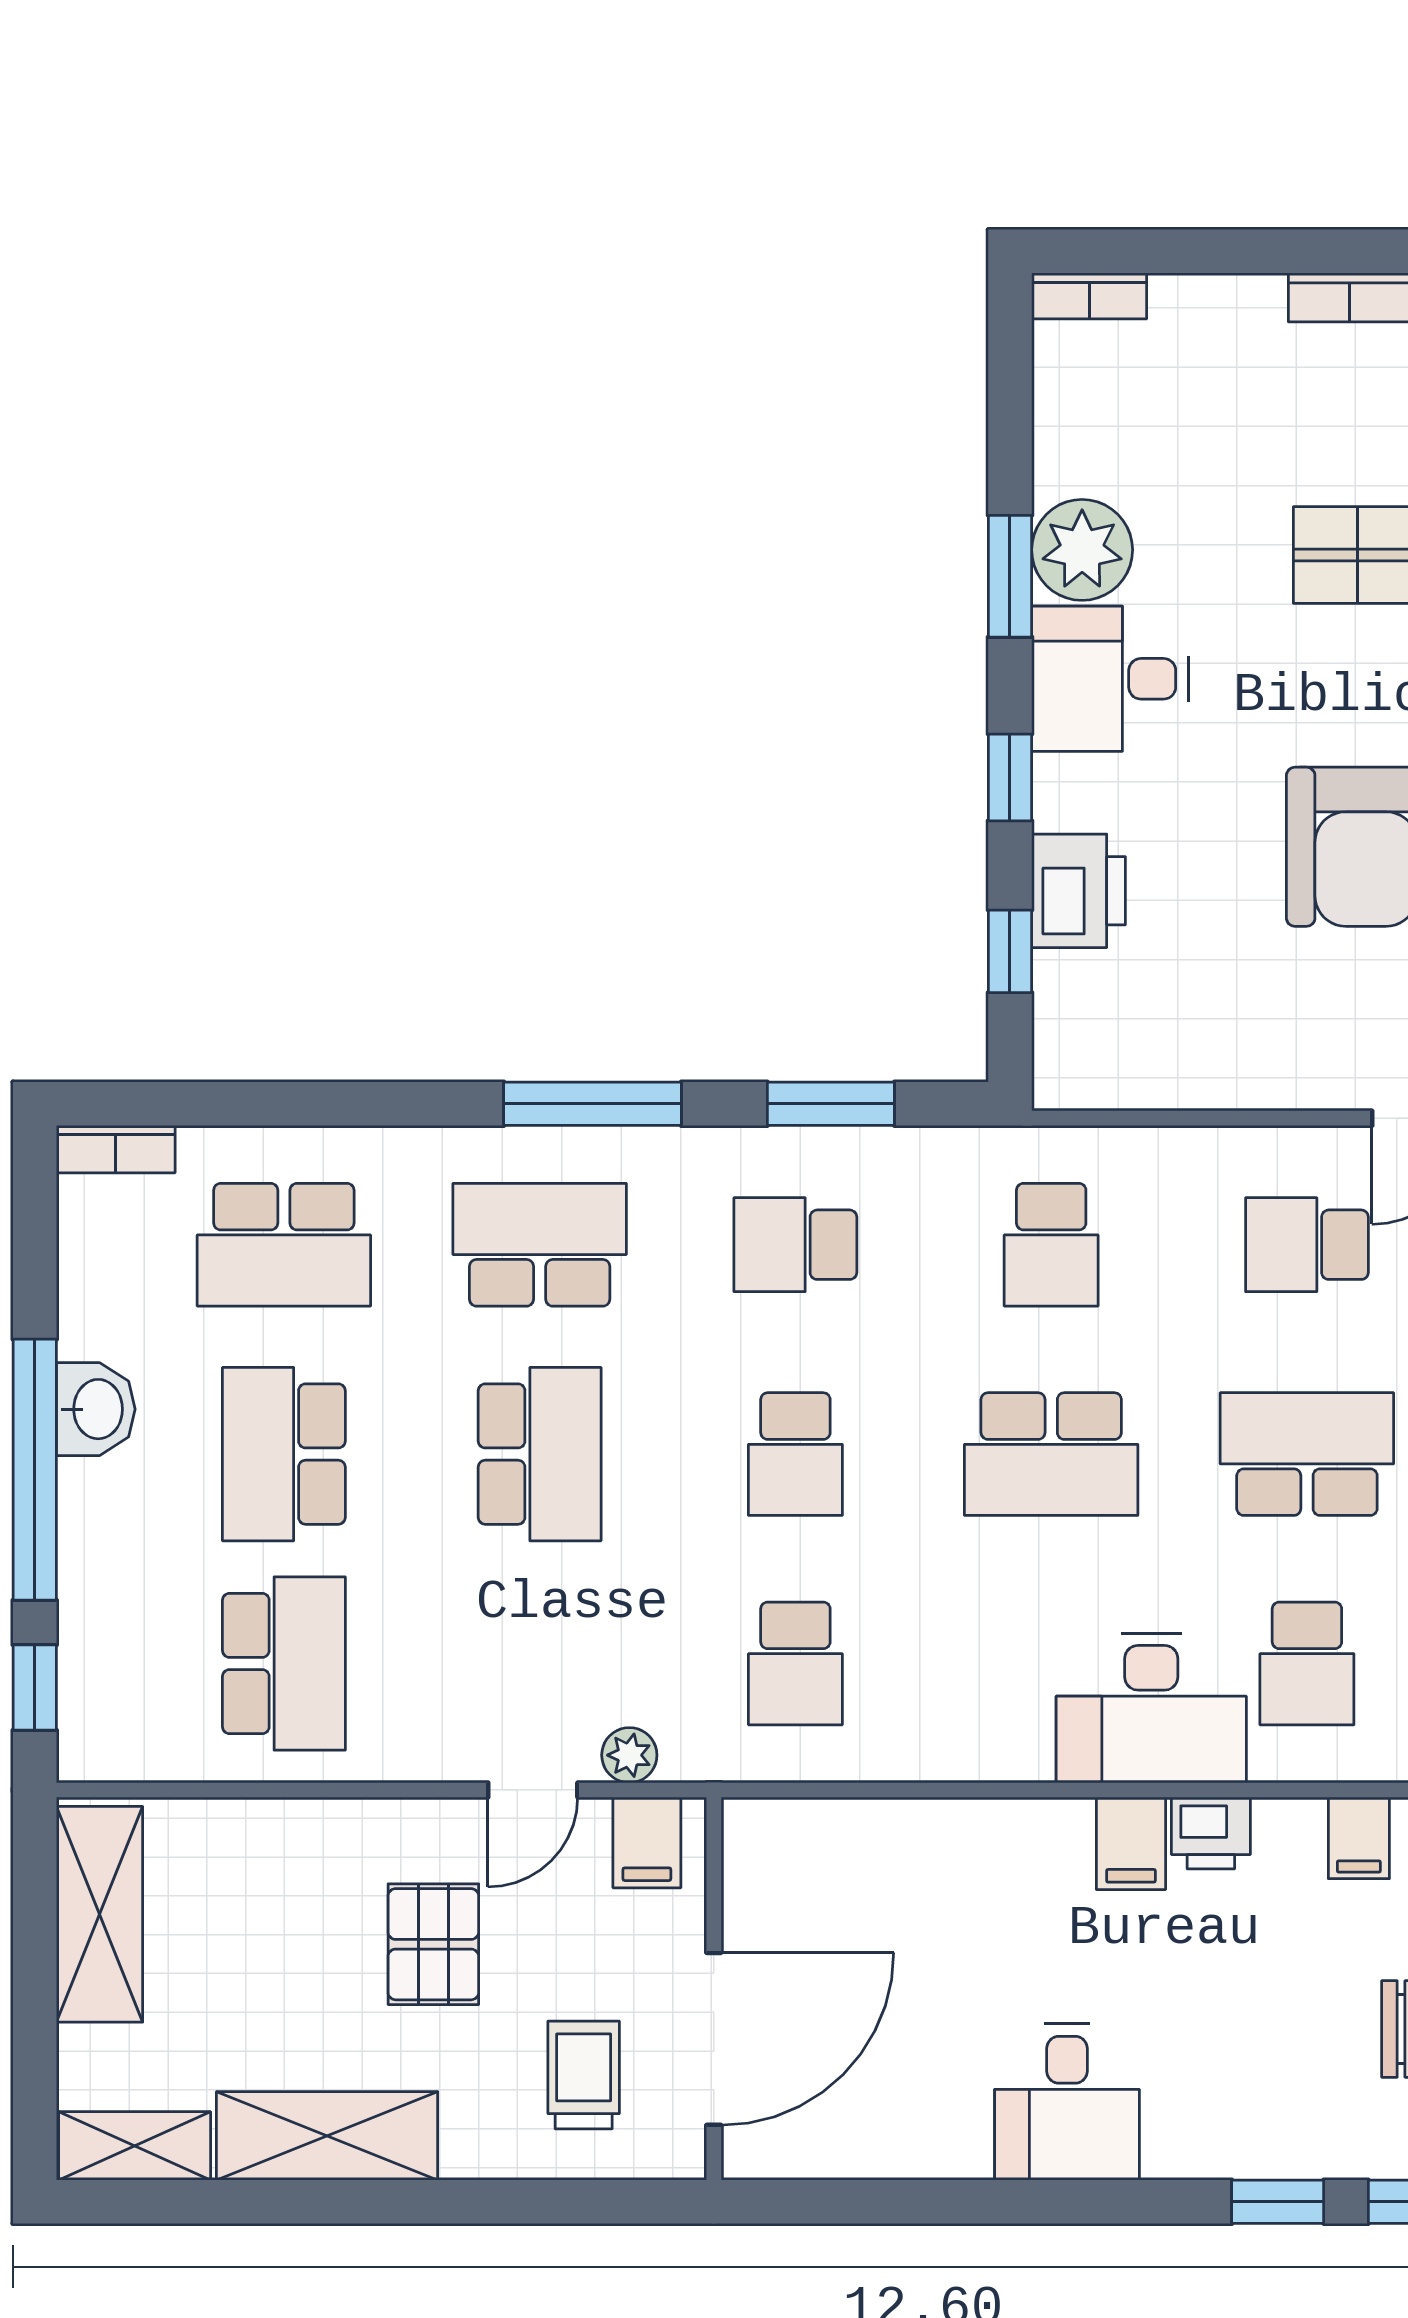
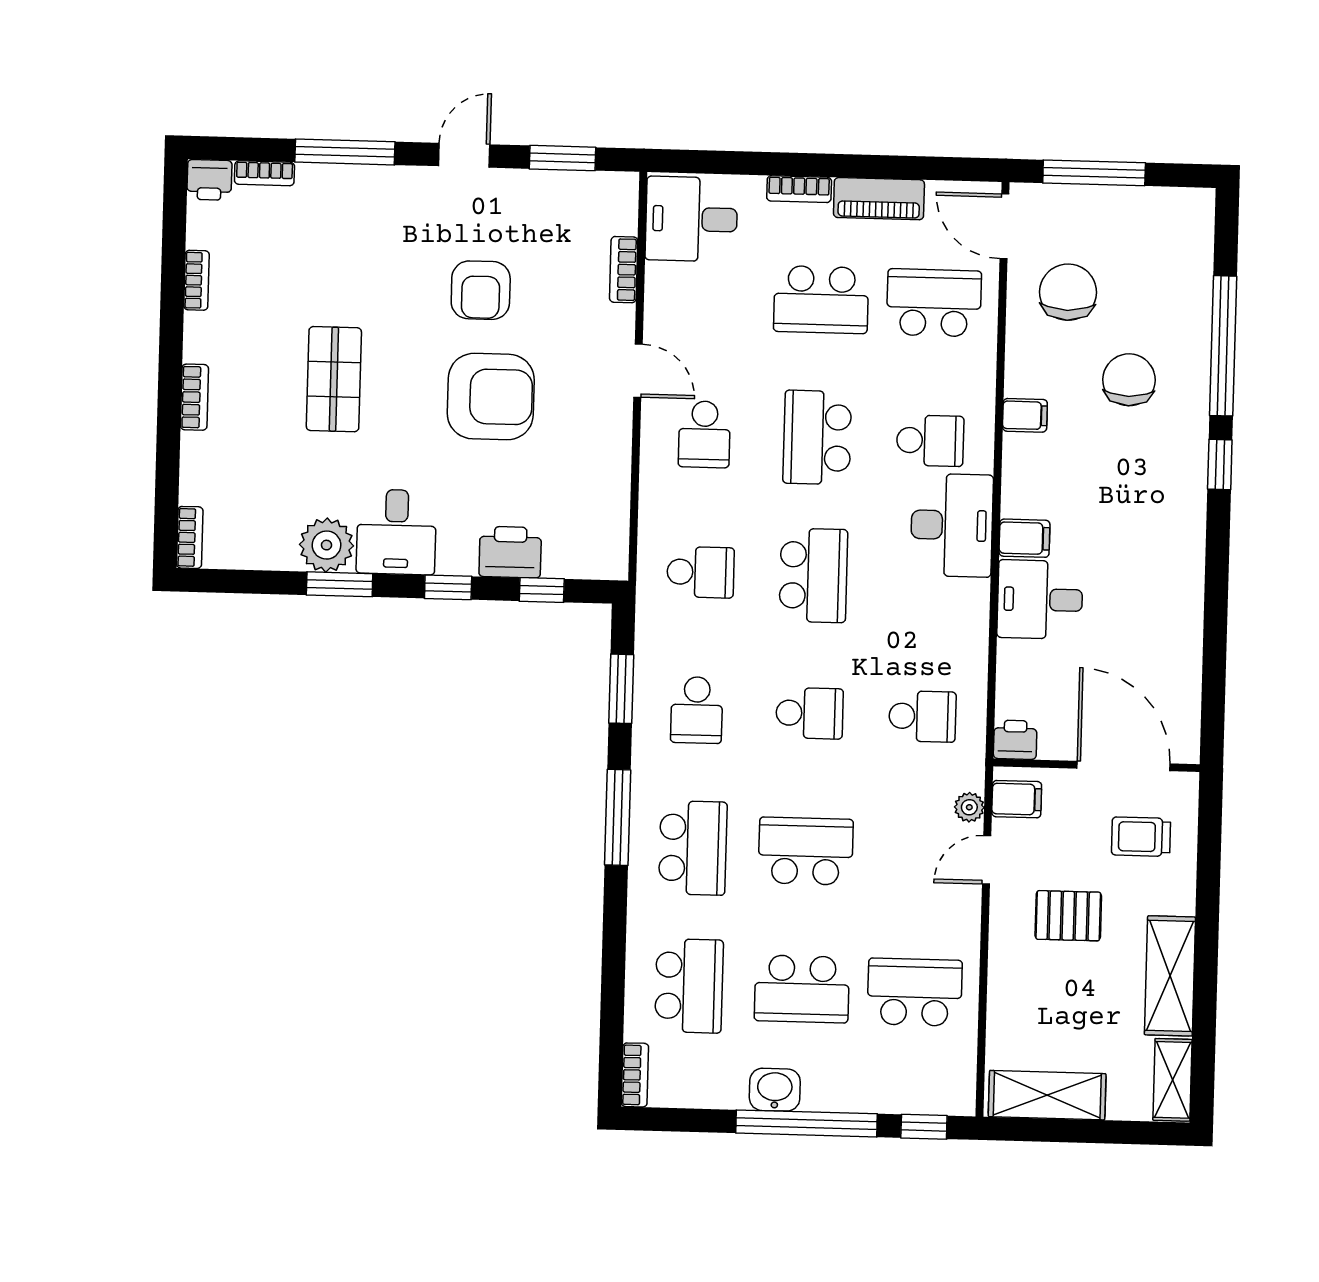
school desk: (540, 1245) -> (693, 848), turned 180
door: (533, 1790) -> (987, 860), swing flipped
printer: (1211, 1833) -> (1015, 740), moved, turned -90
desk: (1067, 2102) -> (1040, 600), moved, turned 180

